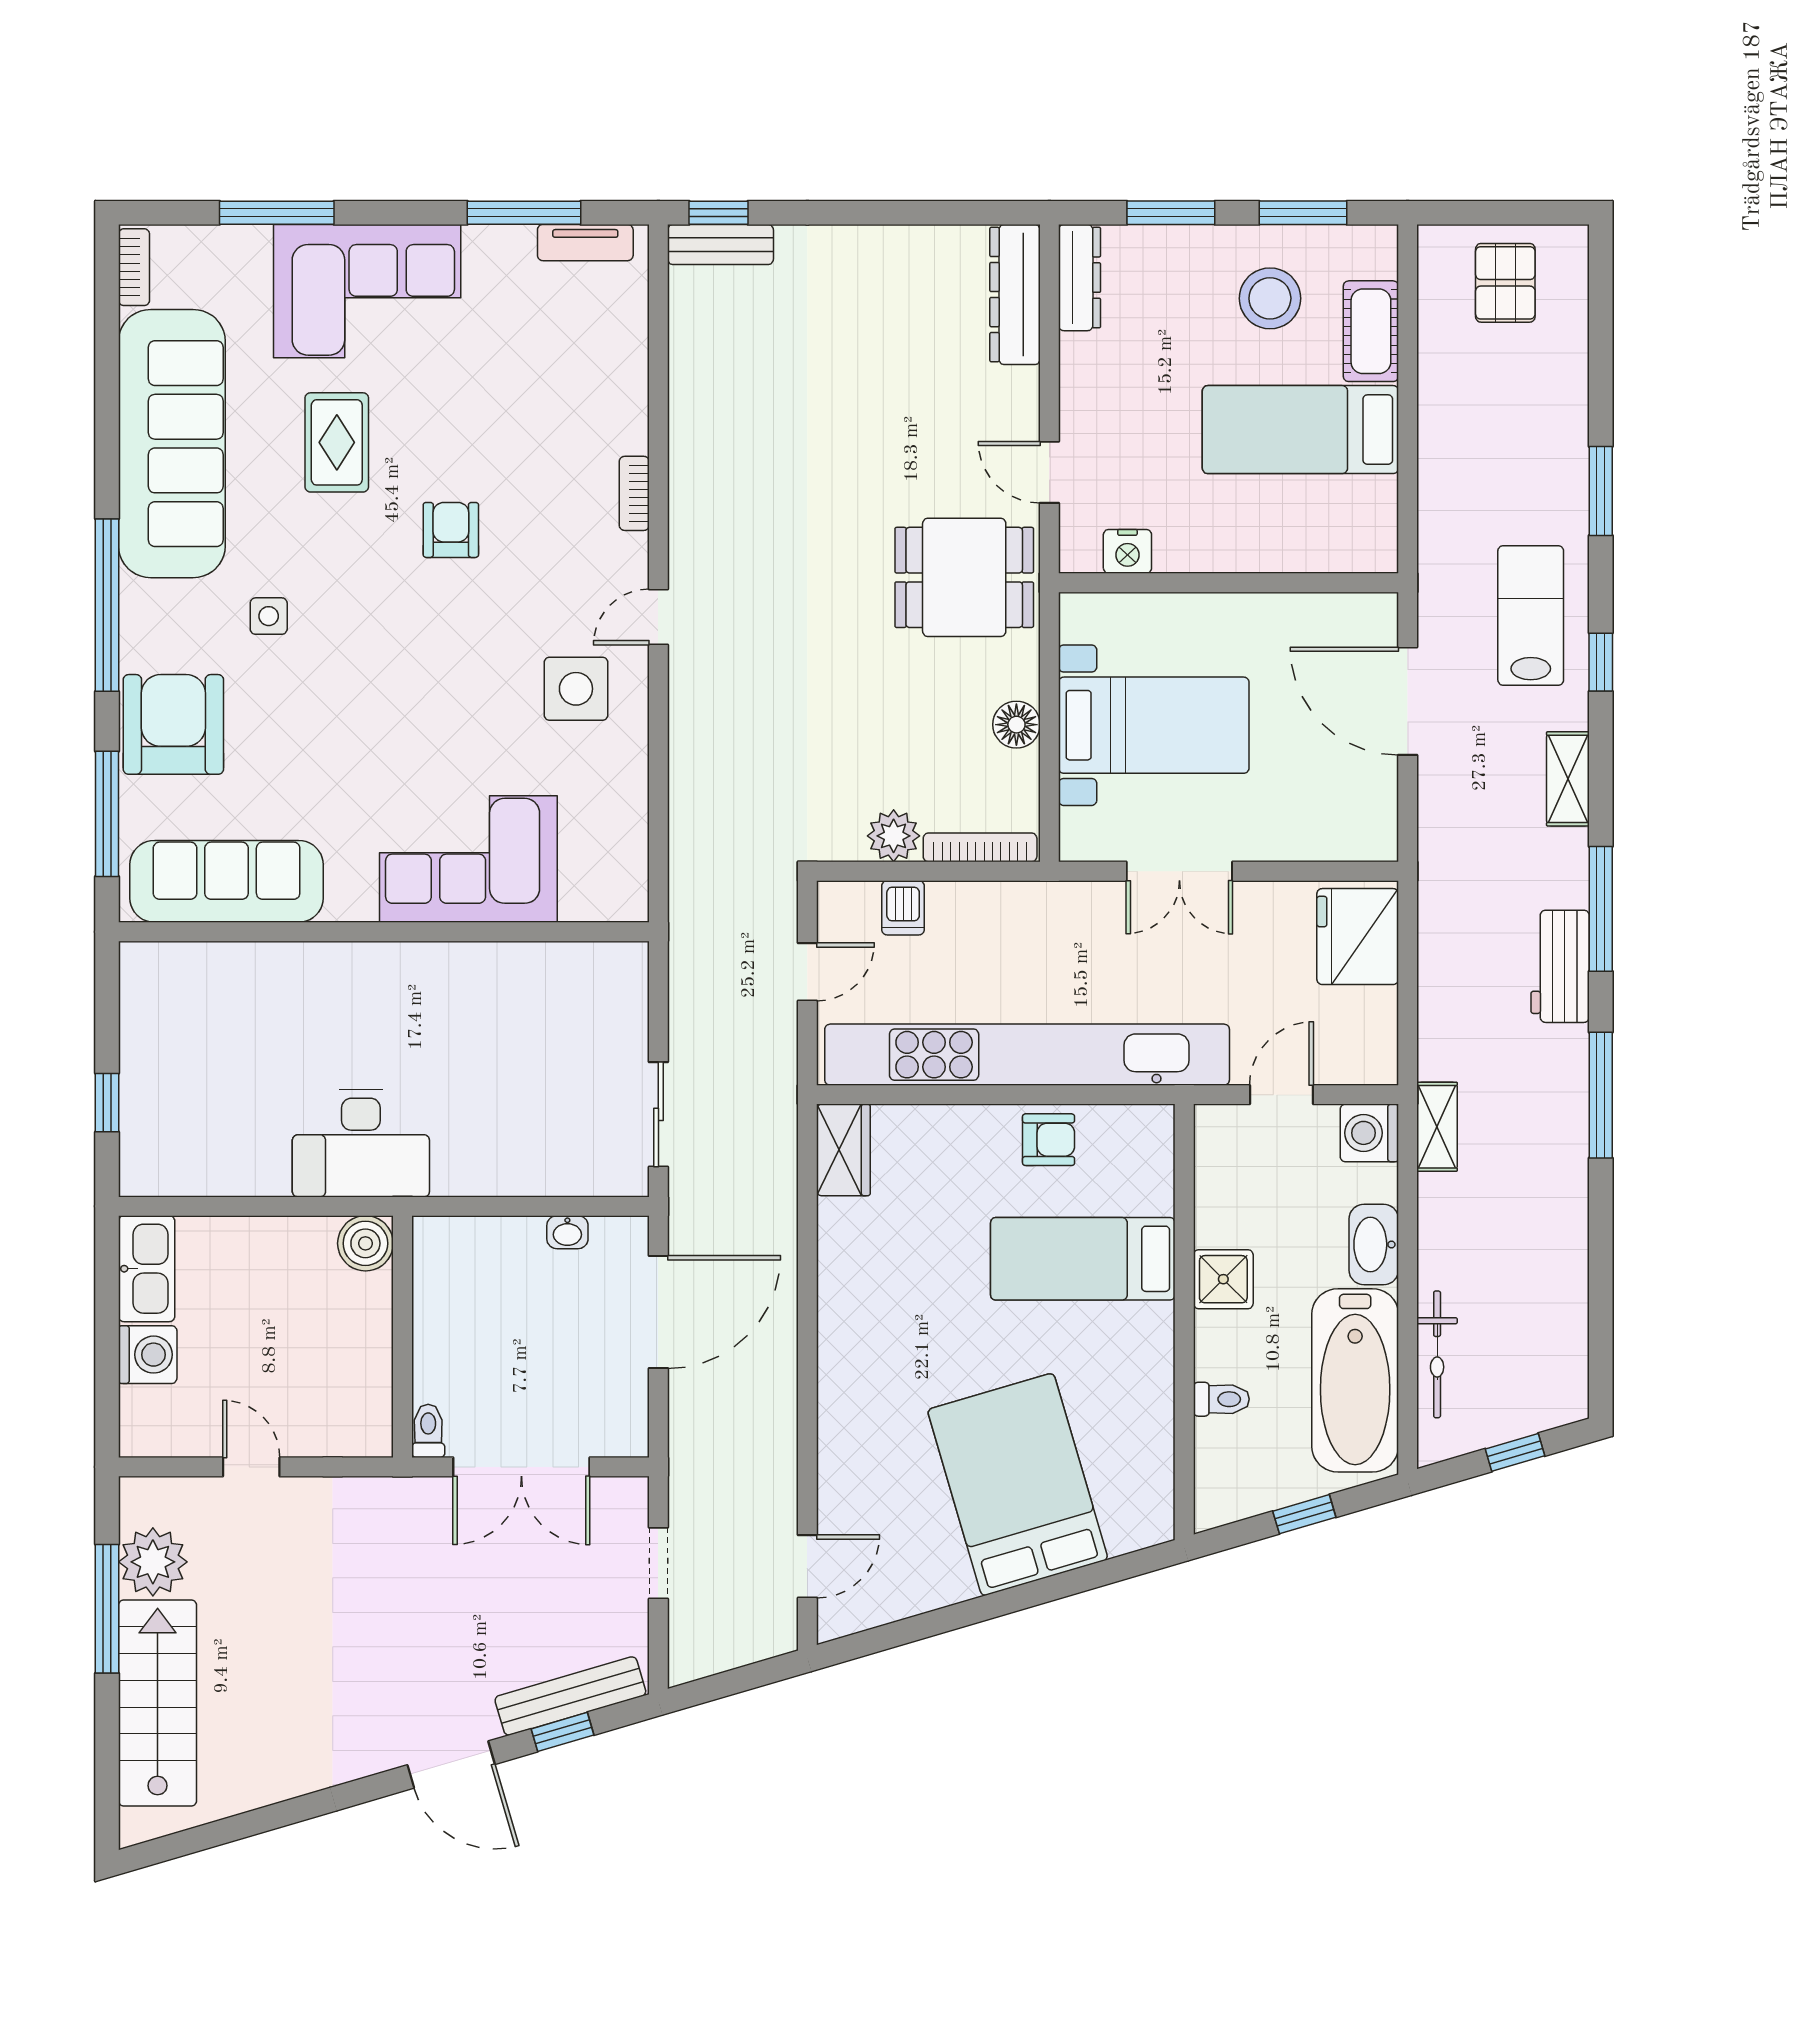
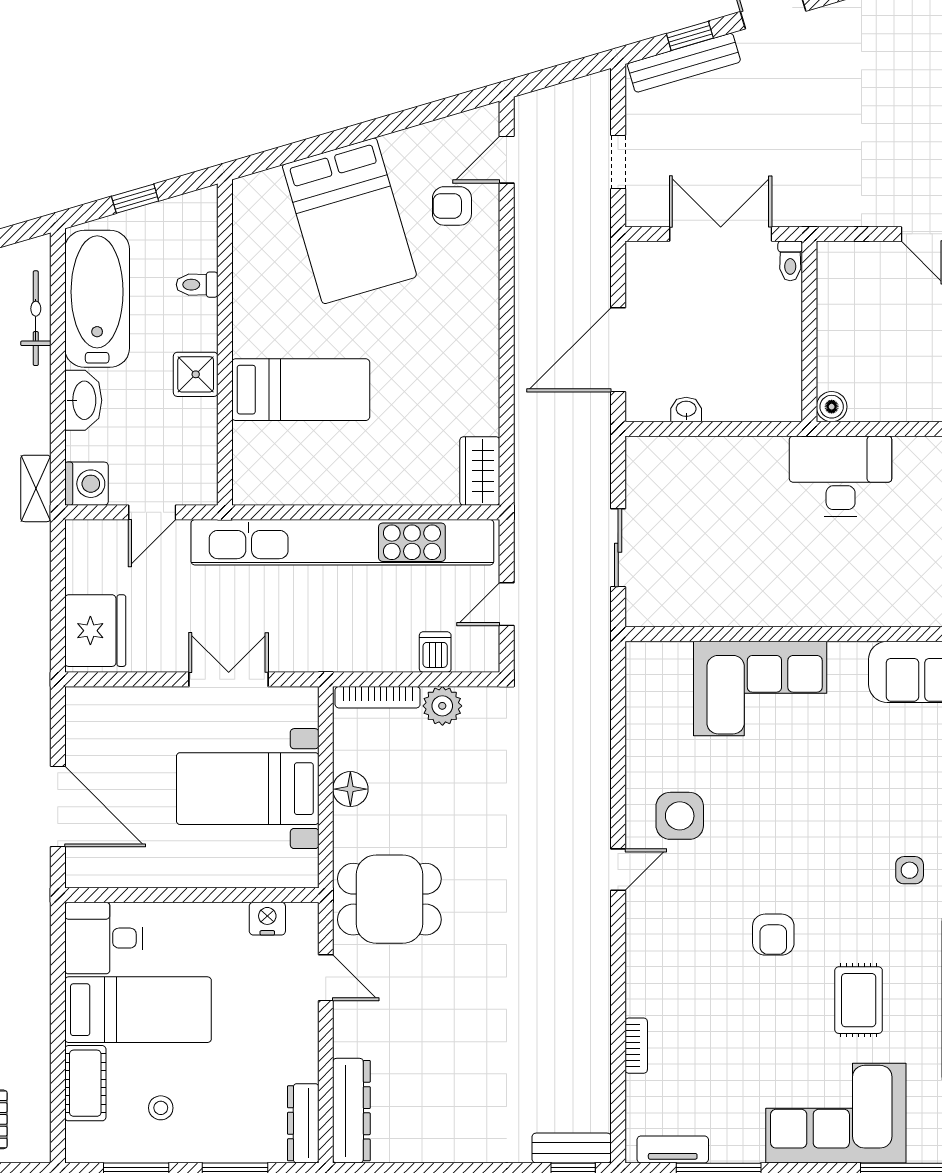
stool: (1270, 298) -> (161, 1108), width x0.53, depth x0.53
bookcase: (634, 493) -> (636, 1046), moved
desk: (1347, 525) -> (104, 938), added
sliding door: (658, 1114) -> (618, 548), moved
armchair: (1049, 1140) -> (452, 206), moved
boiler: (365, 1243) -> (832, 407), width x0.73, depth x0.73

